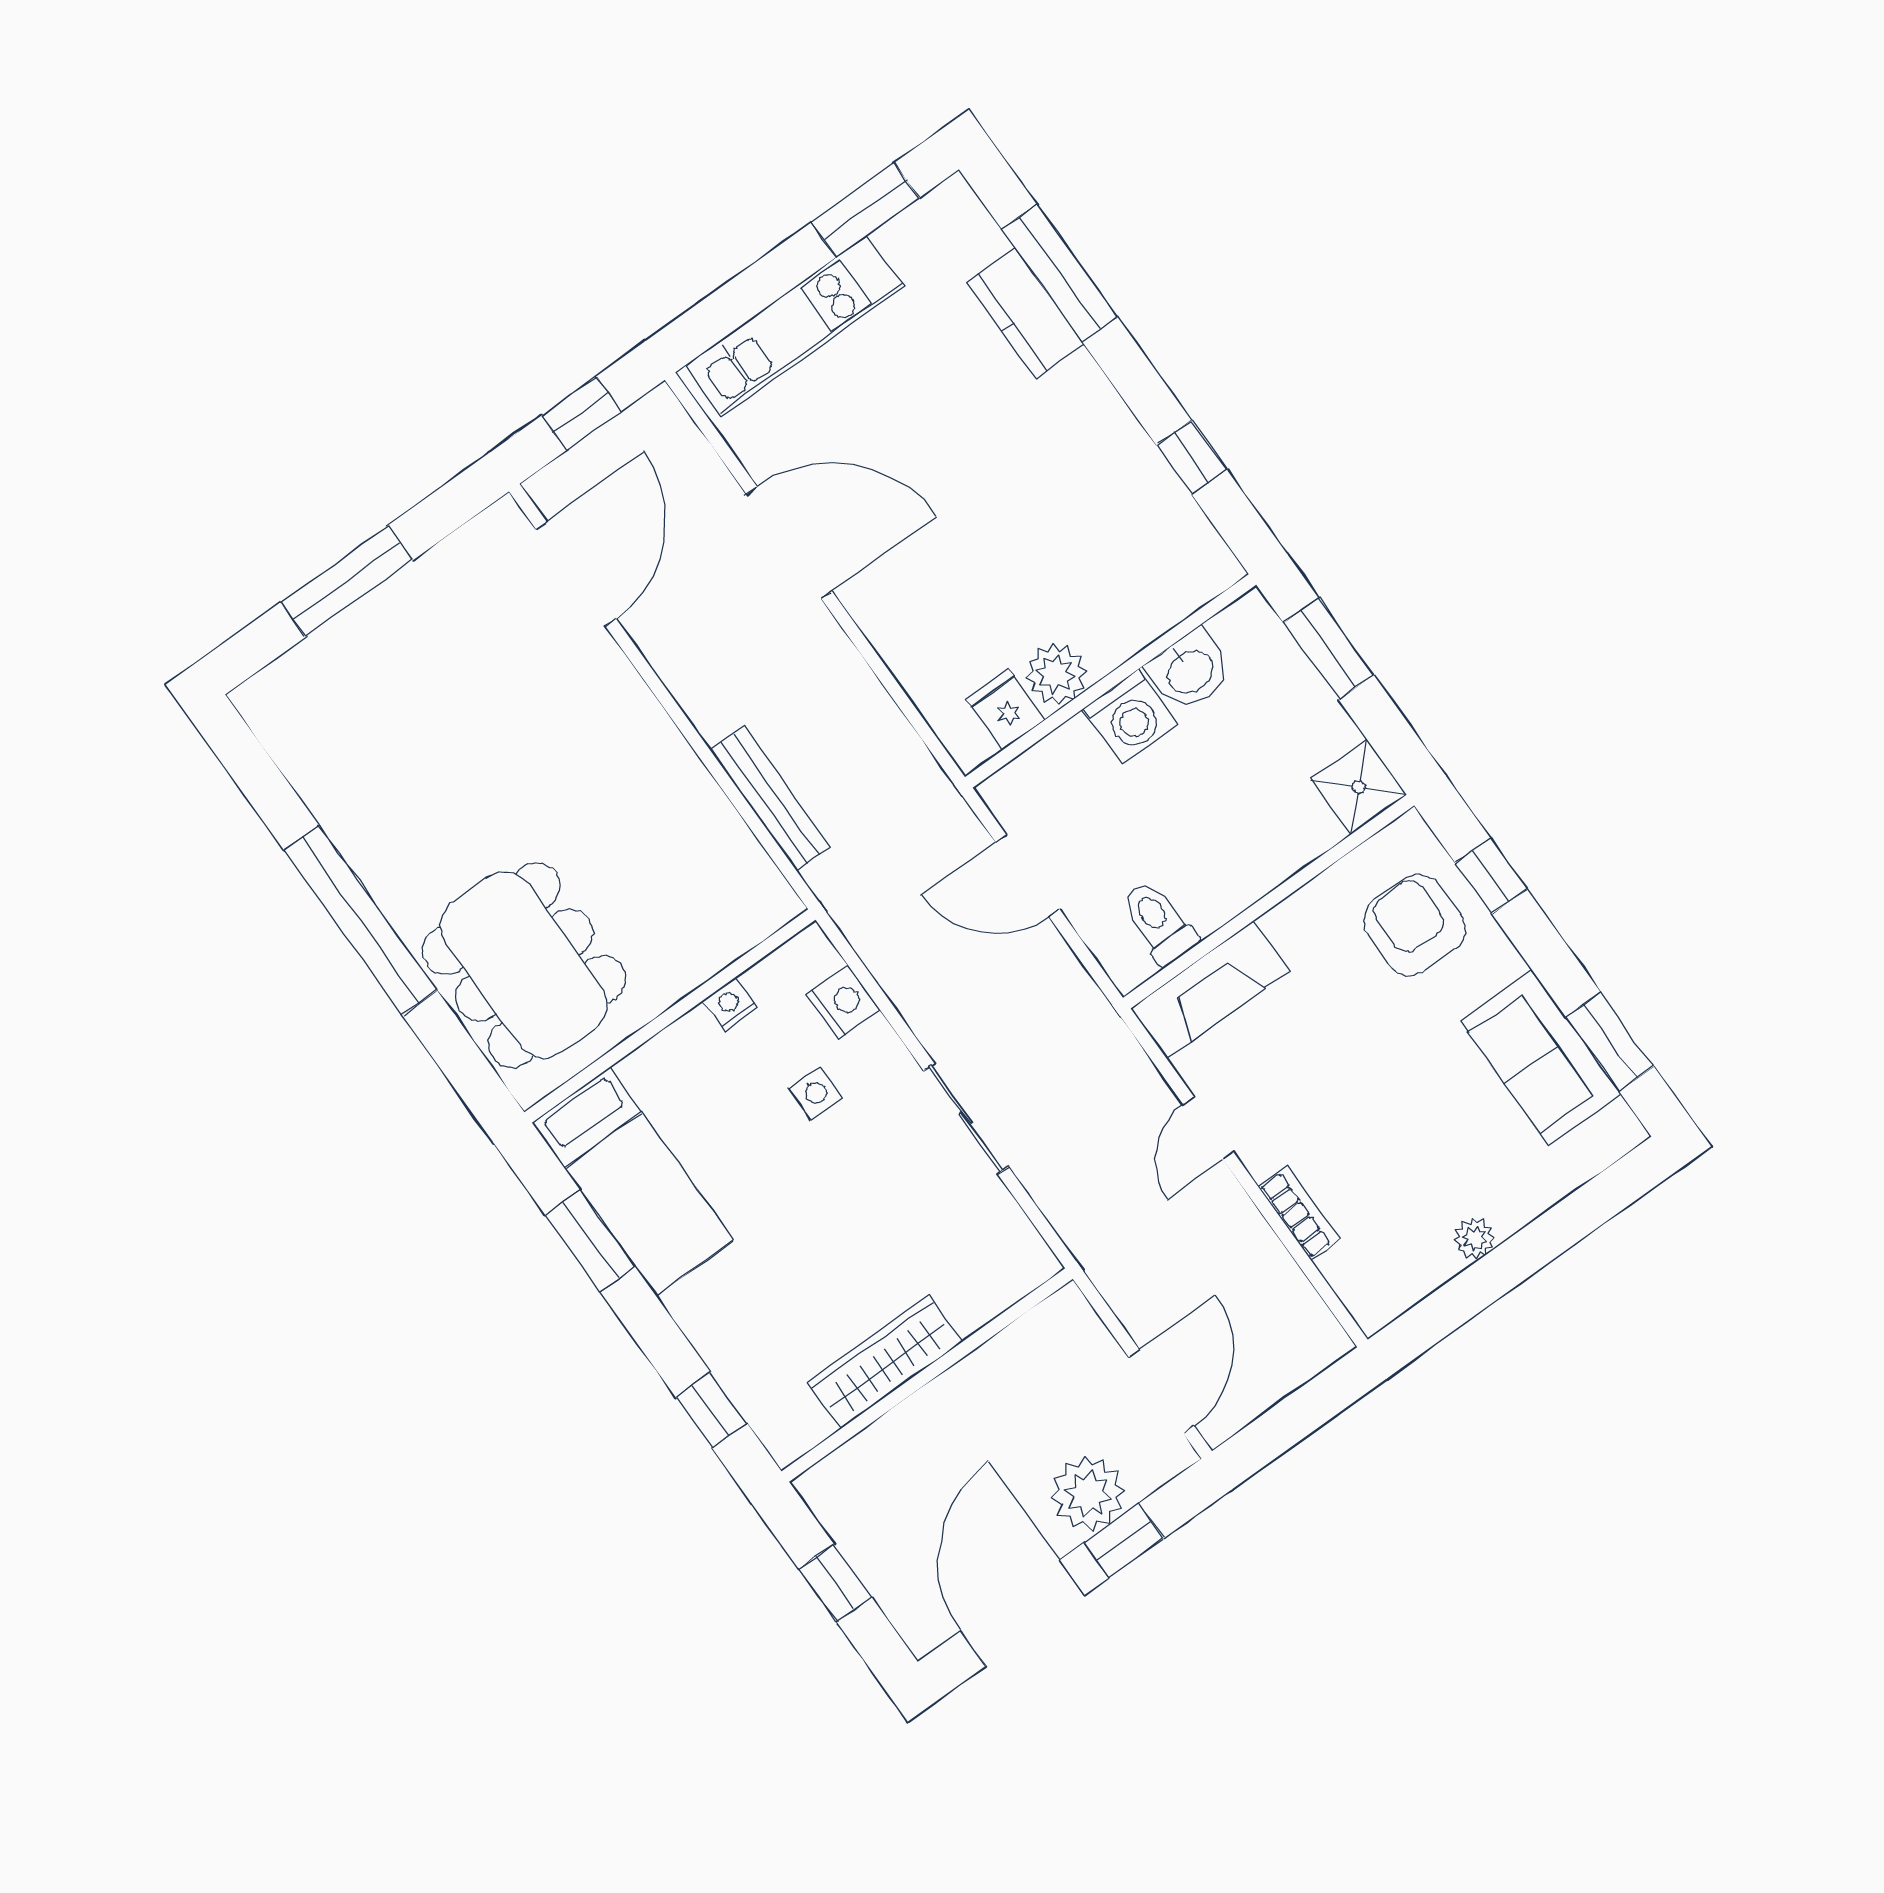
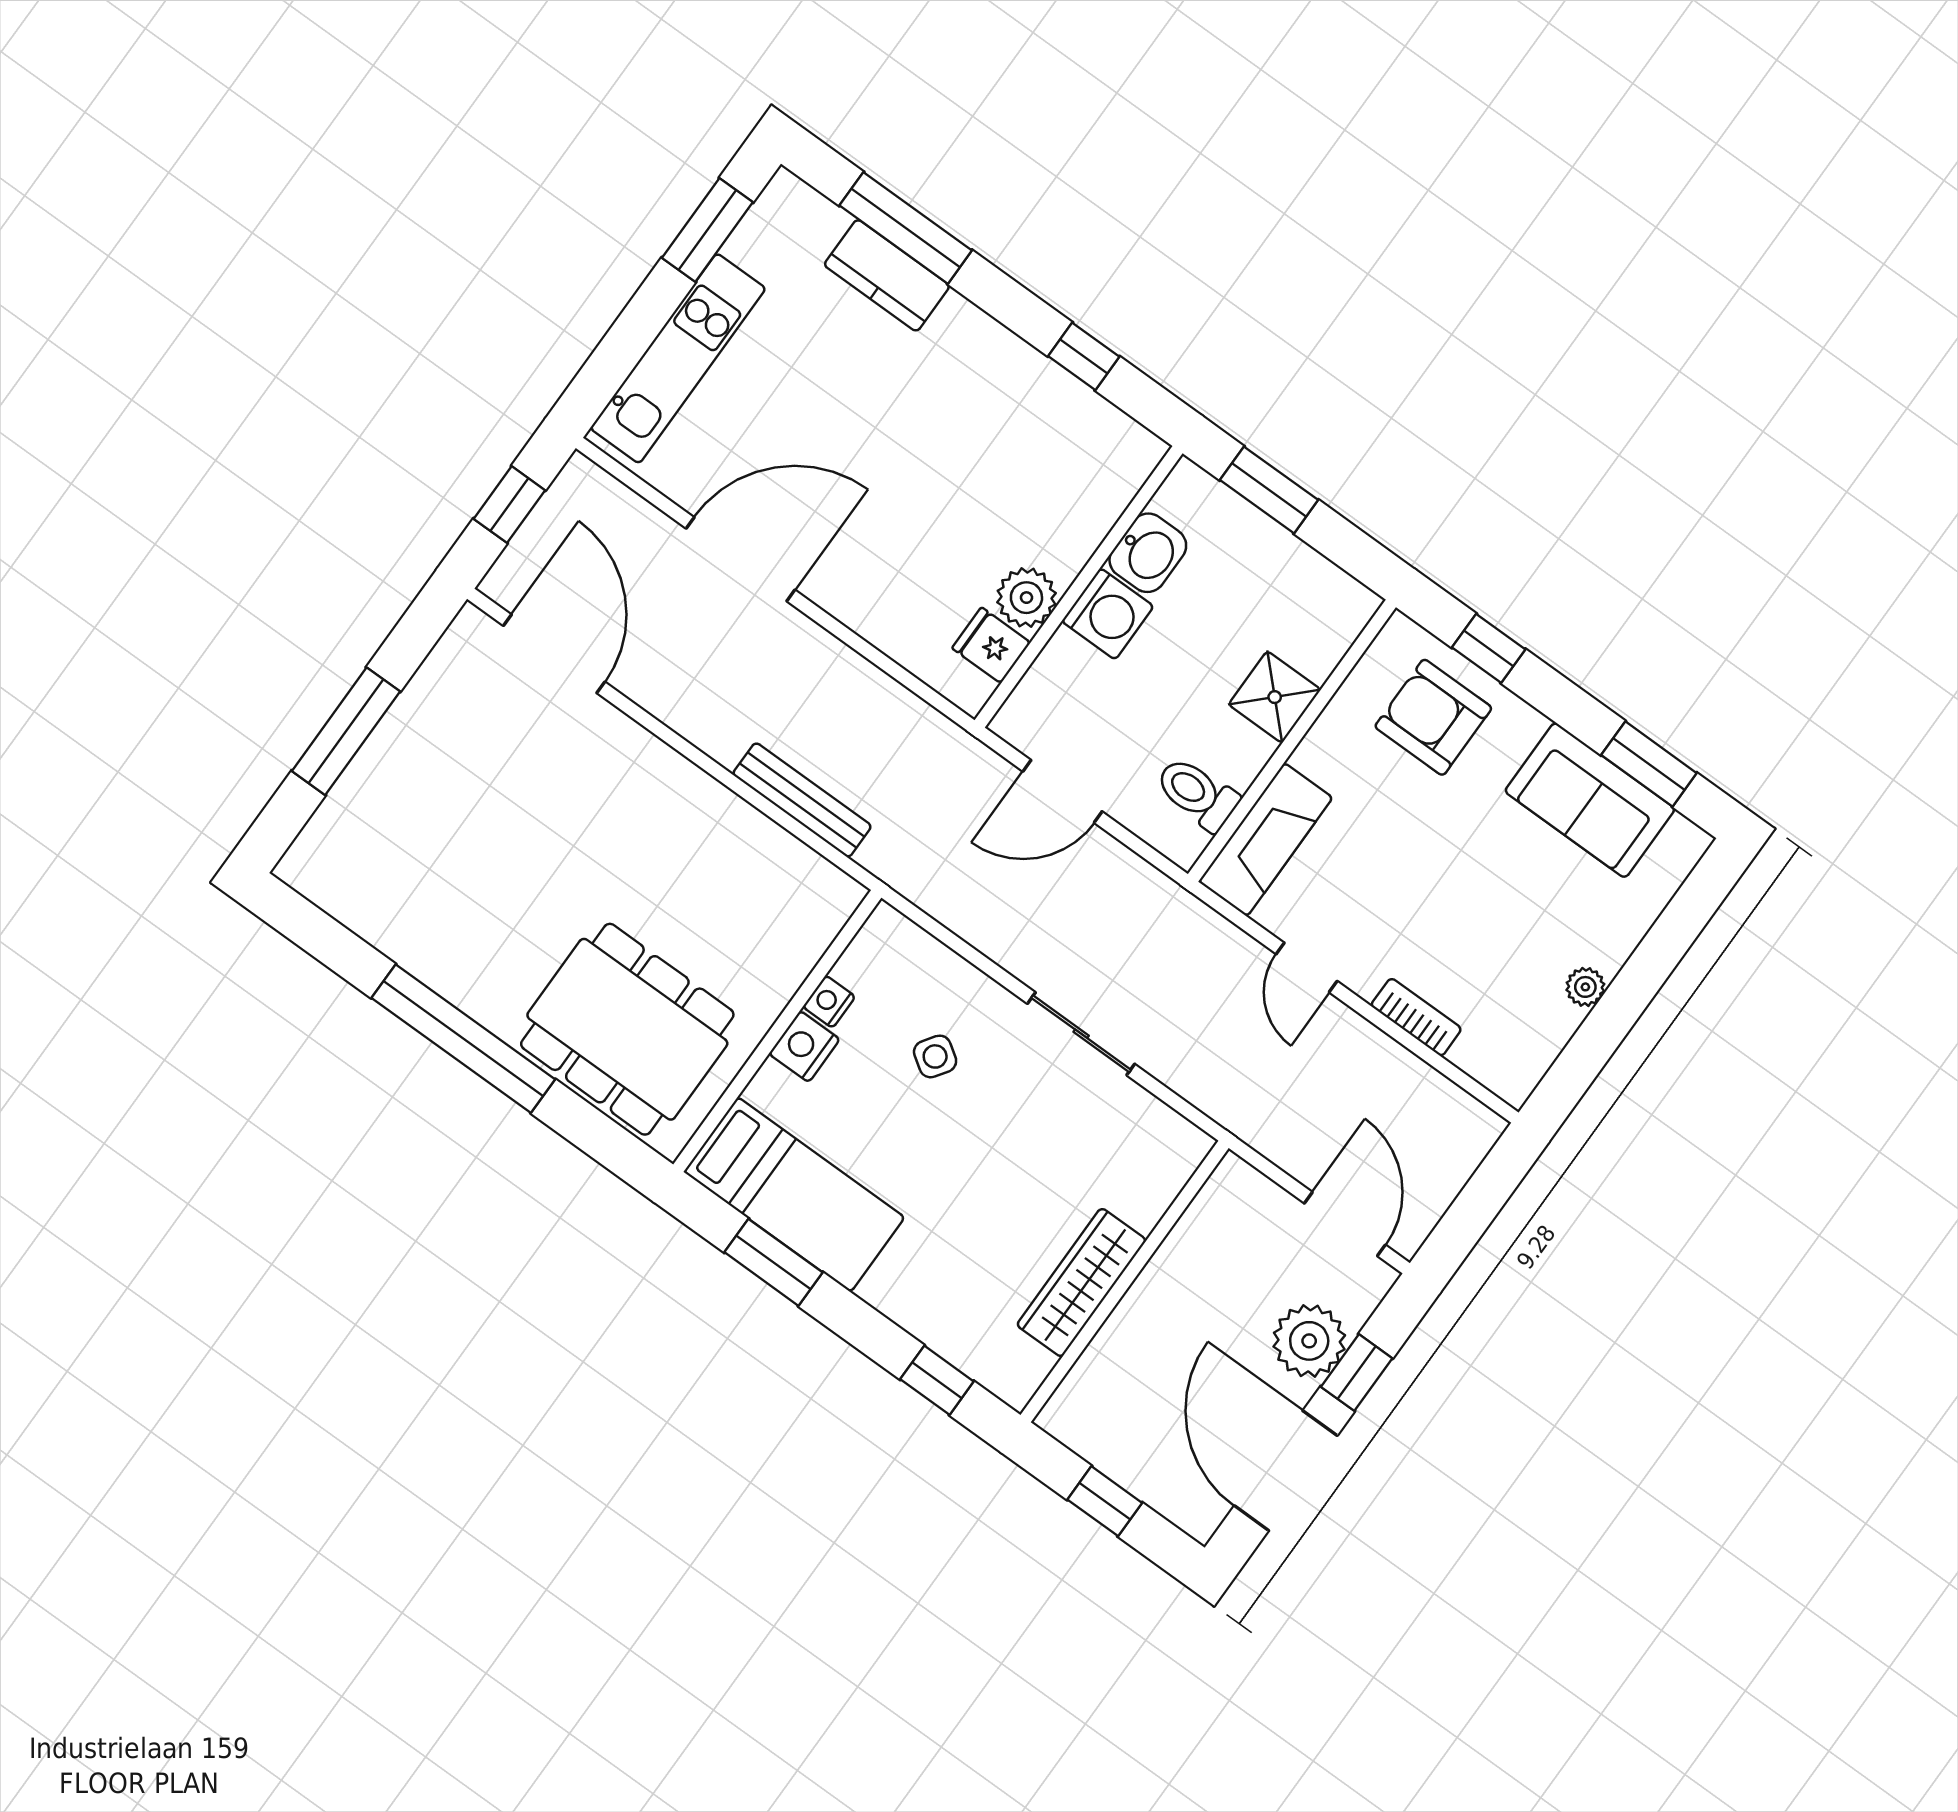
shower: (1359, 787) -> (1275, 697), moved
nightstand: (843, 1002) -> (804, 1046), moved, turned -90
side table: (816, 1093) -> (935, 1056), turned 34

